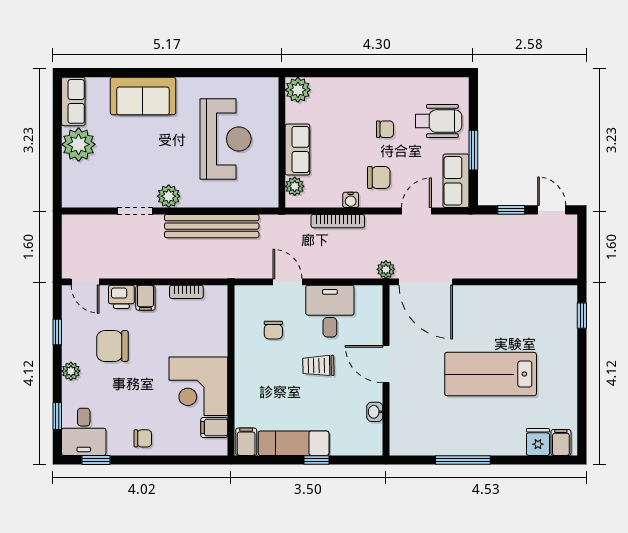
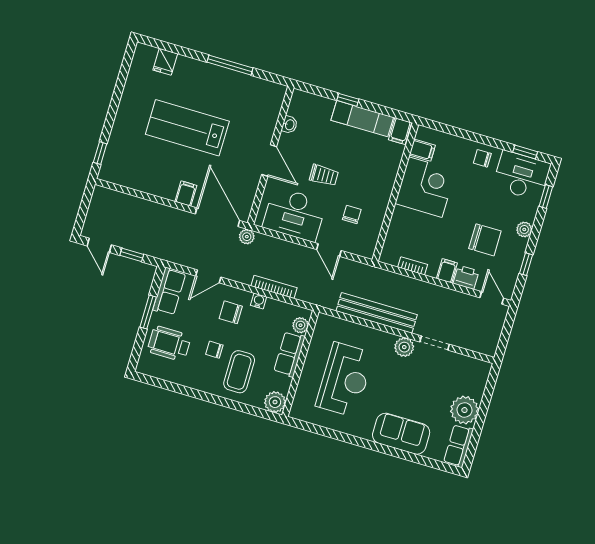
coffee table: (349, 112) -> (239, 372), added
reception desk: (226, 139) -> (345, 380), turned 180
desk: (330, 311) -> (294, 214), width x1.37
lab bench: (491, 374) -> (187, 128), turned 180
desk: (84, 432) -> (522, 176), width x1.37
filing cabinet: (561, 442) -> (186, 194), moved, turned 180

